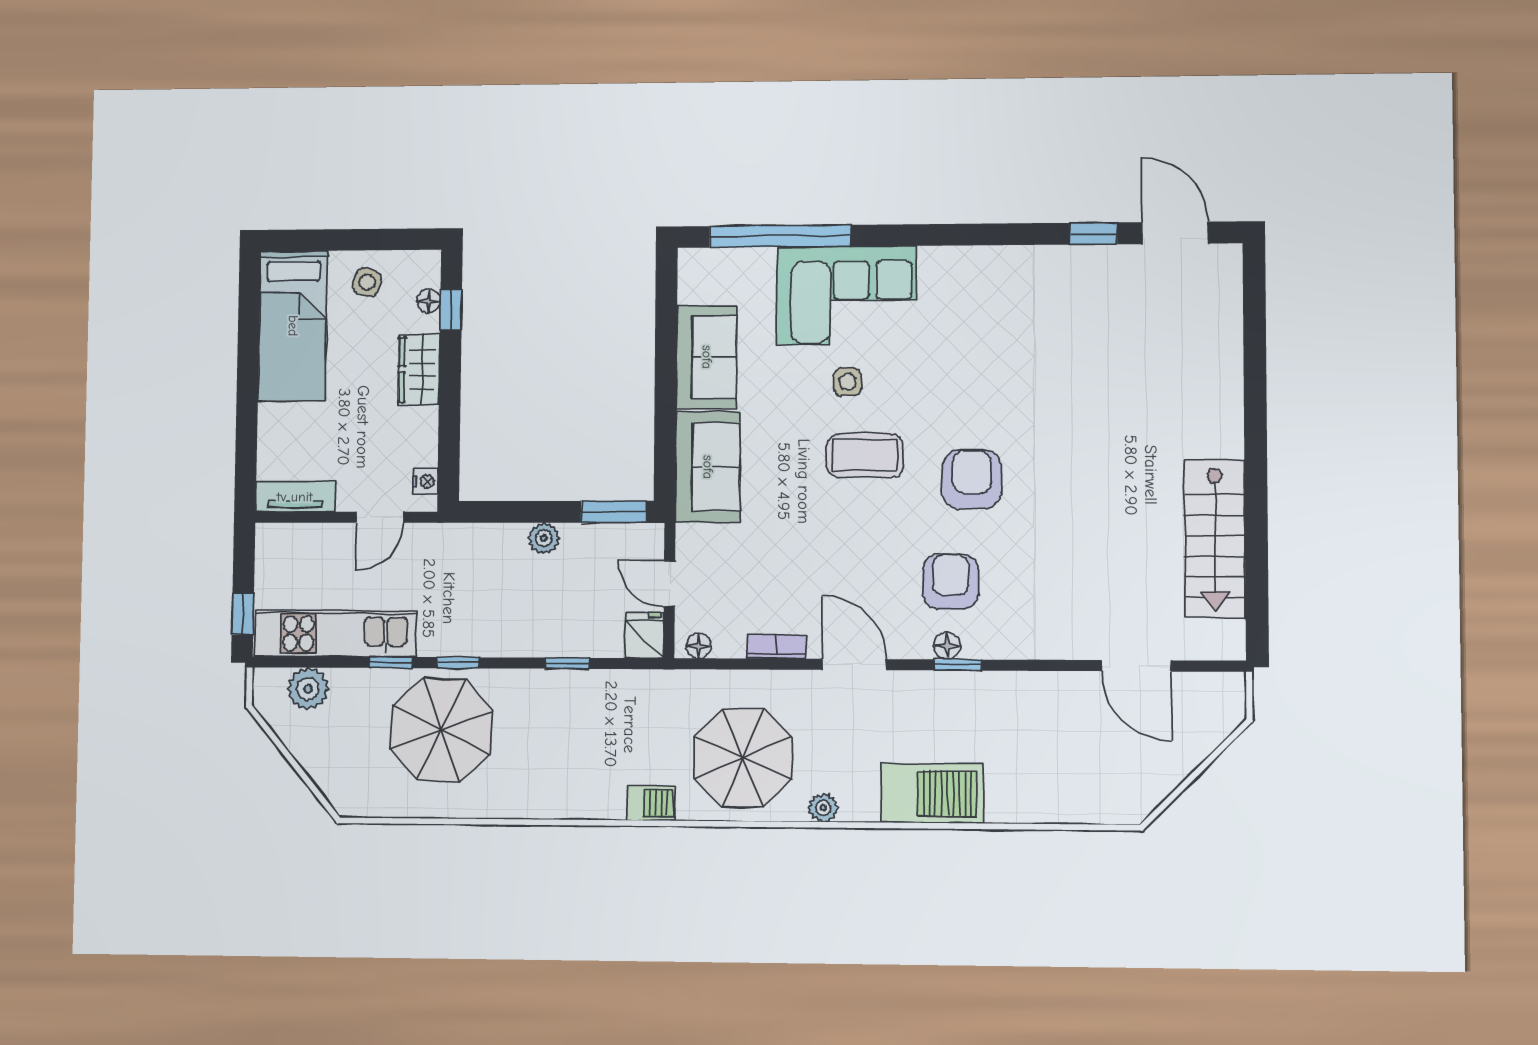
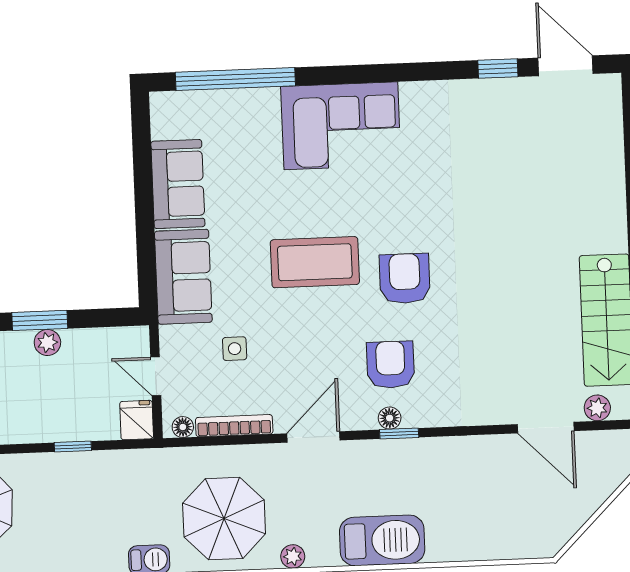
corner sofa: (847, 296) -> (341, 126), moved
side table: (847, 382) -> (235, 349), moved
coffee table: (865, 456) -> (315, 262), width x1.36, depth x1.32
window: (614, 512) -> (40, 320), moved
plant: (1200, 645) -> (597, 408), added
bookcase: (776, 647) -> (234, 426), width x1.56
door: (854, 665) -> (313, 437), hinge flipped

